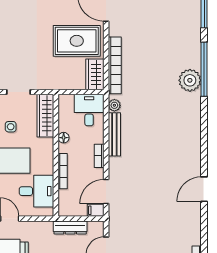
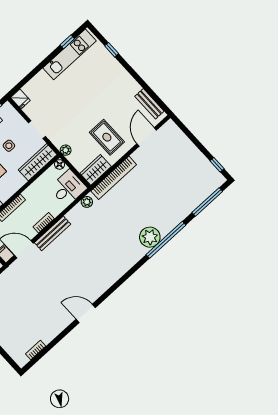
rug: (77, 41) -> (107, 137), width x0.73, depth x0.70
plant: (56, 84) -> (66, 150), added
bench: (114, 134) -> (53, 233), moved
floor lamp: (64, 138) -> (59, 164), moved

